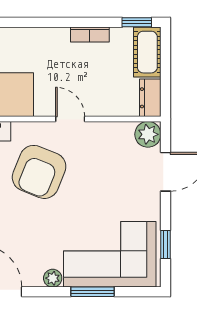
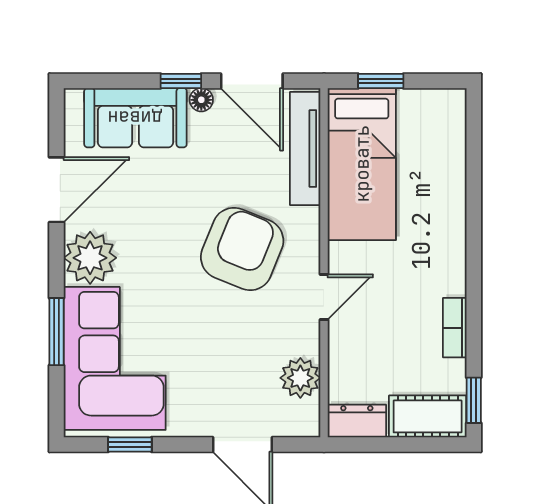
plant: (148, 134) -> (300, 378), moved
armchair: (39, 172) -> (242, 249), turned 90
plant: (53, 278) -> (90, 258), width x1.88, depth x1.88

